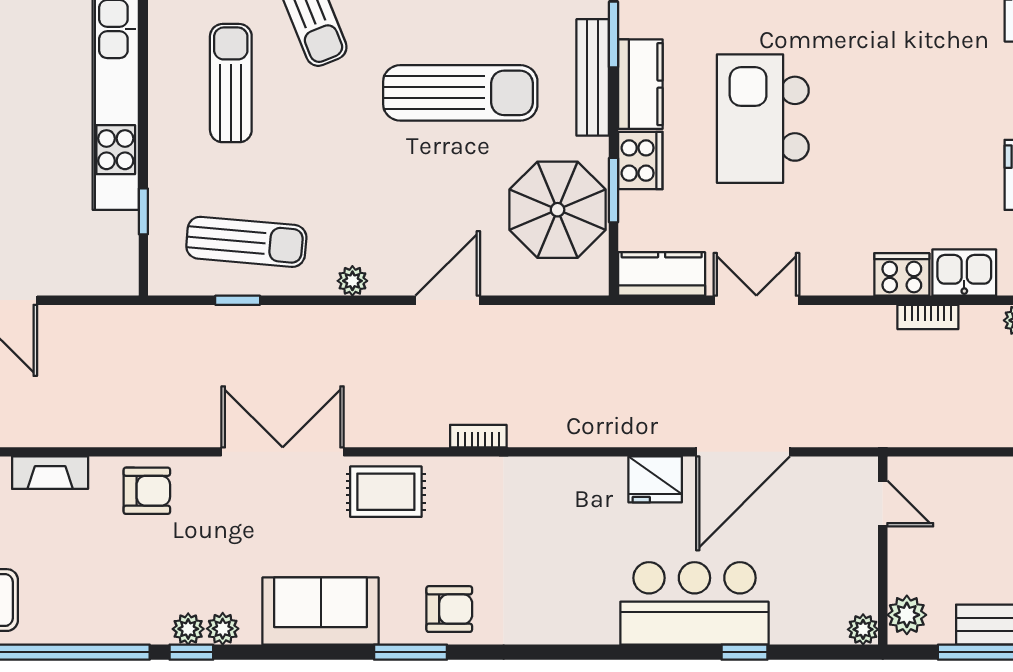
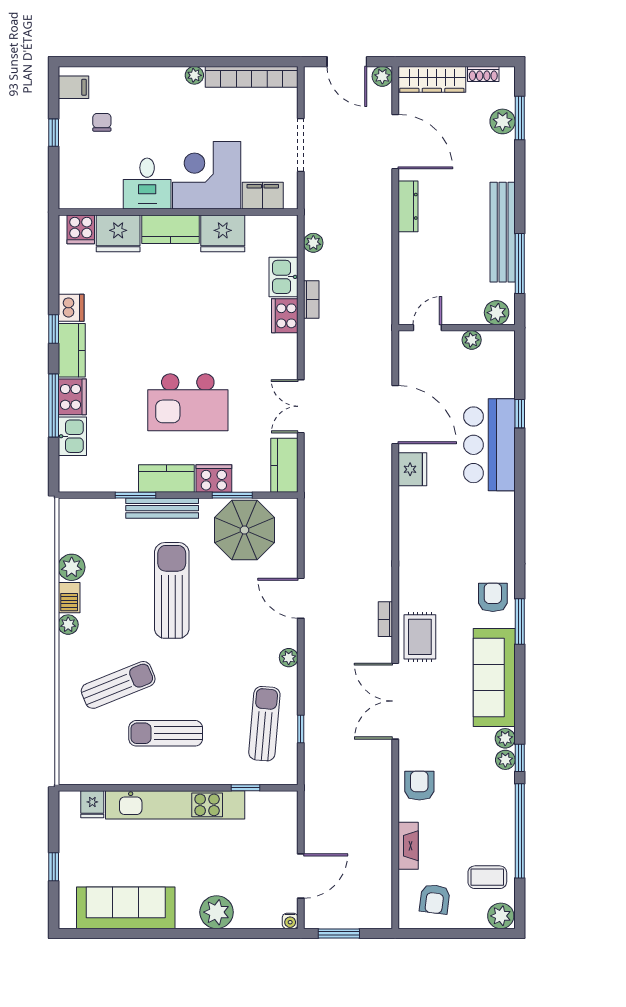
bookcase: (478, 436) -> (385, 619), moved
sofa: (321, 611) -> (494, 677), width x1.36
plant: (863, 629) -> (472, 340), moved

